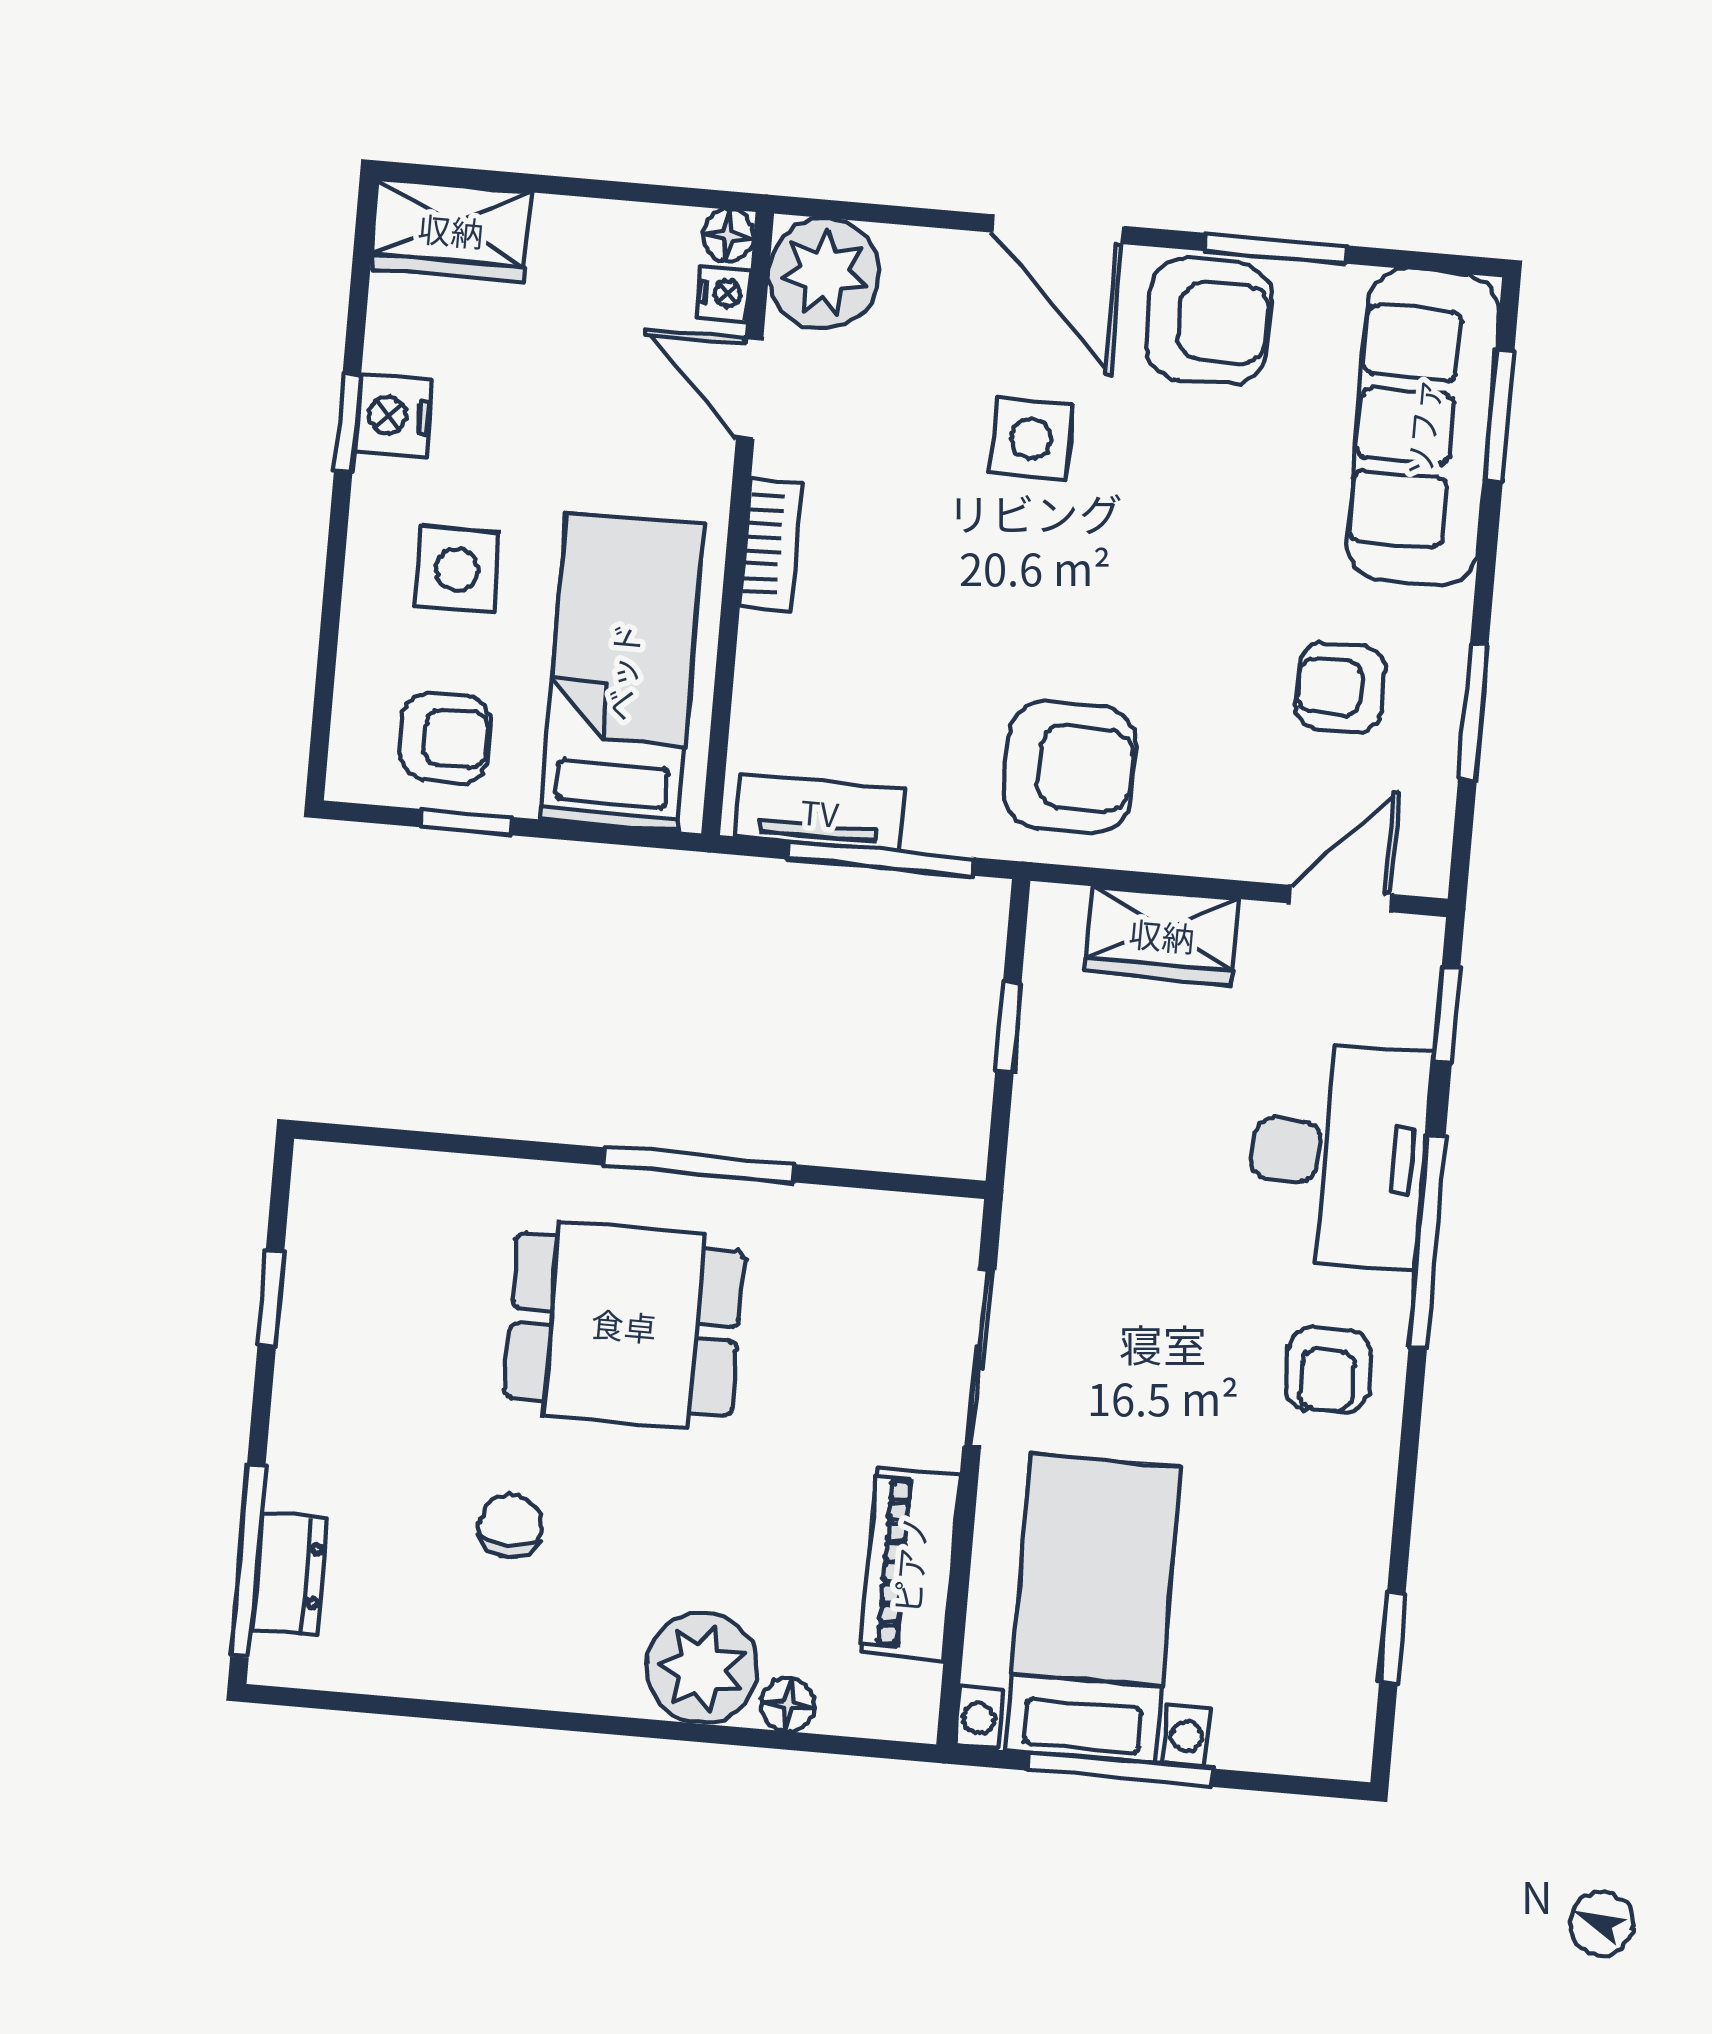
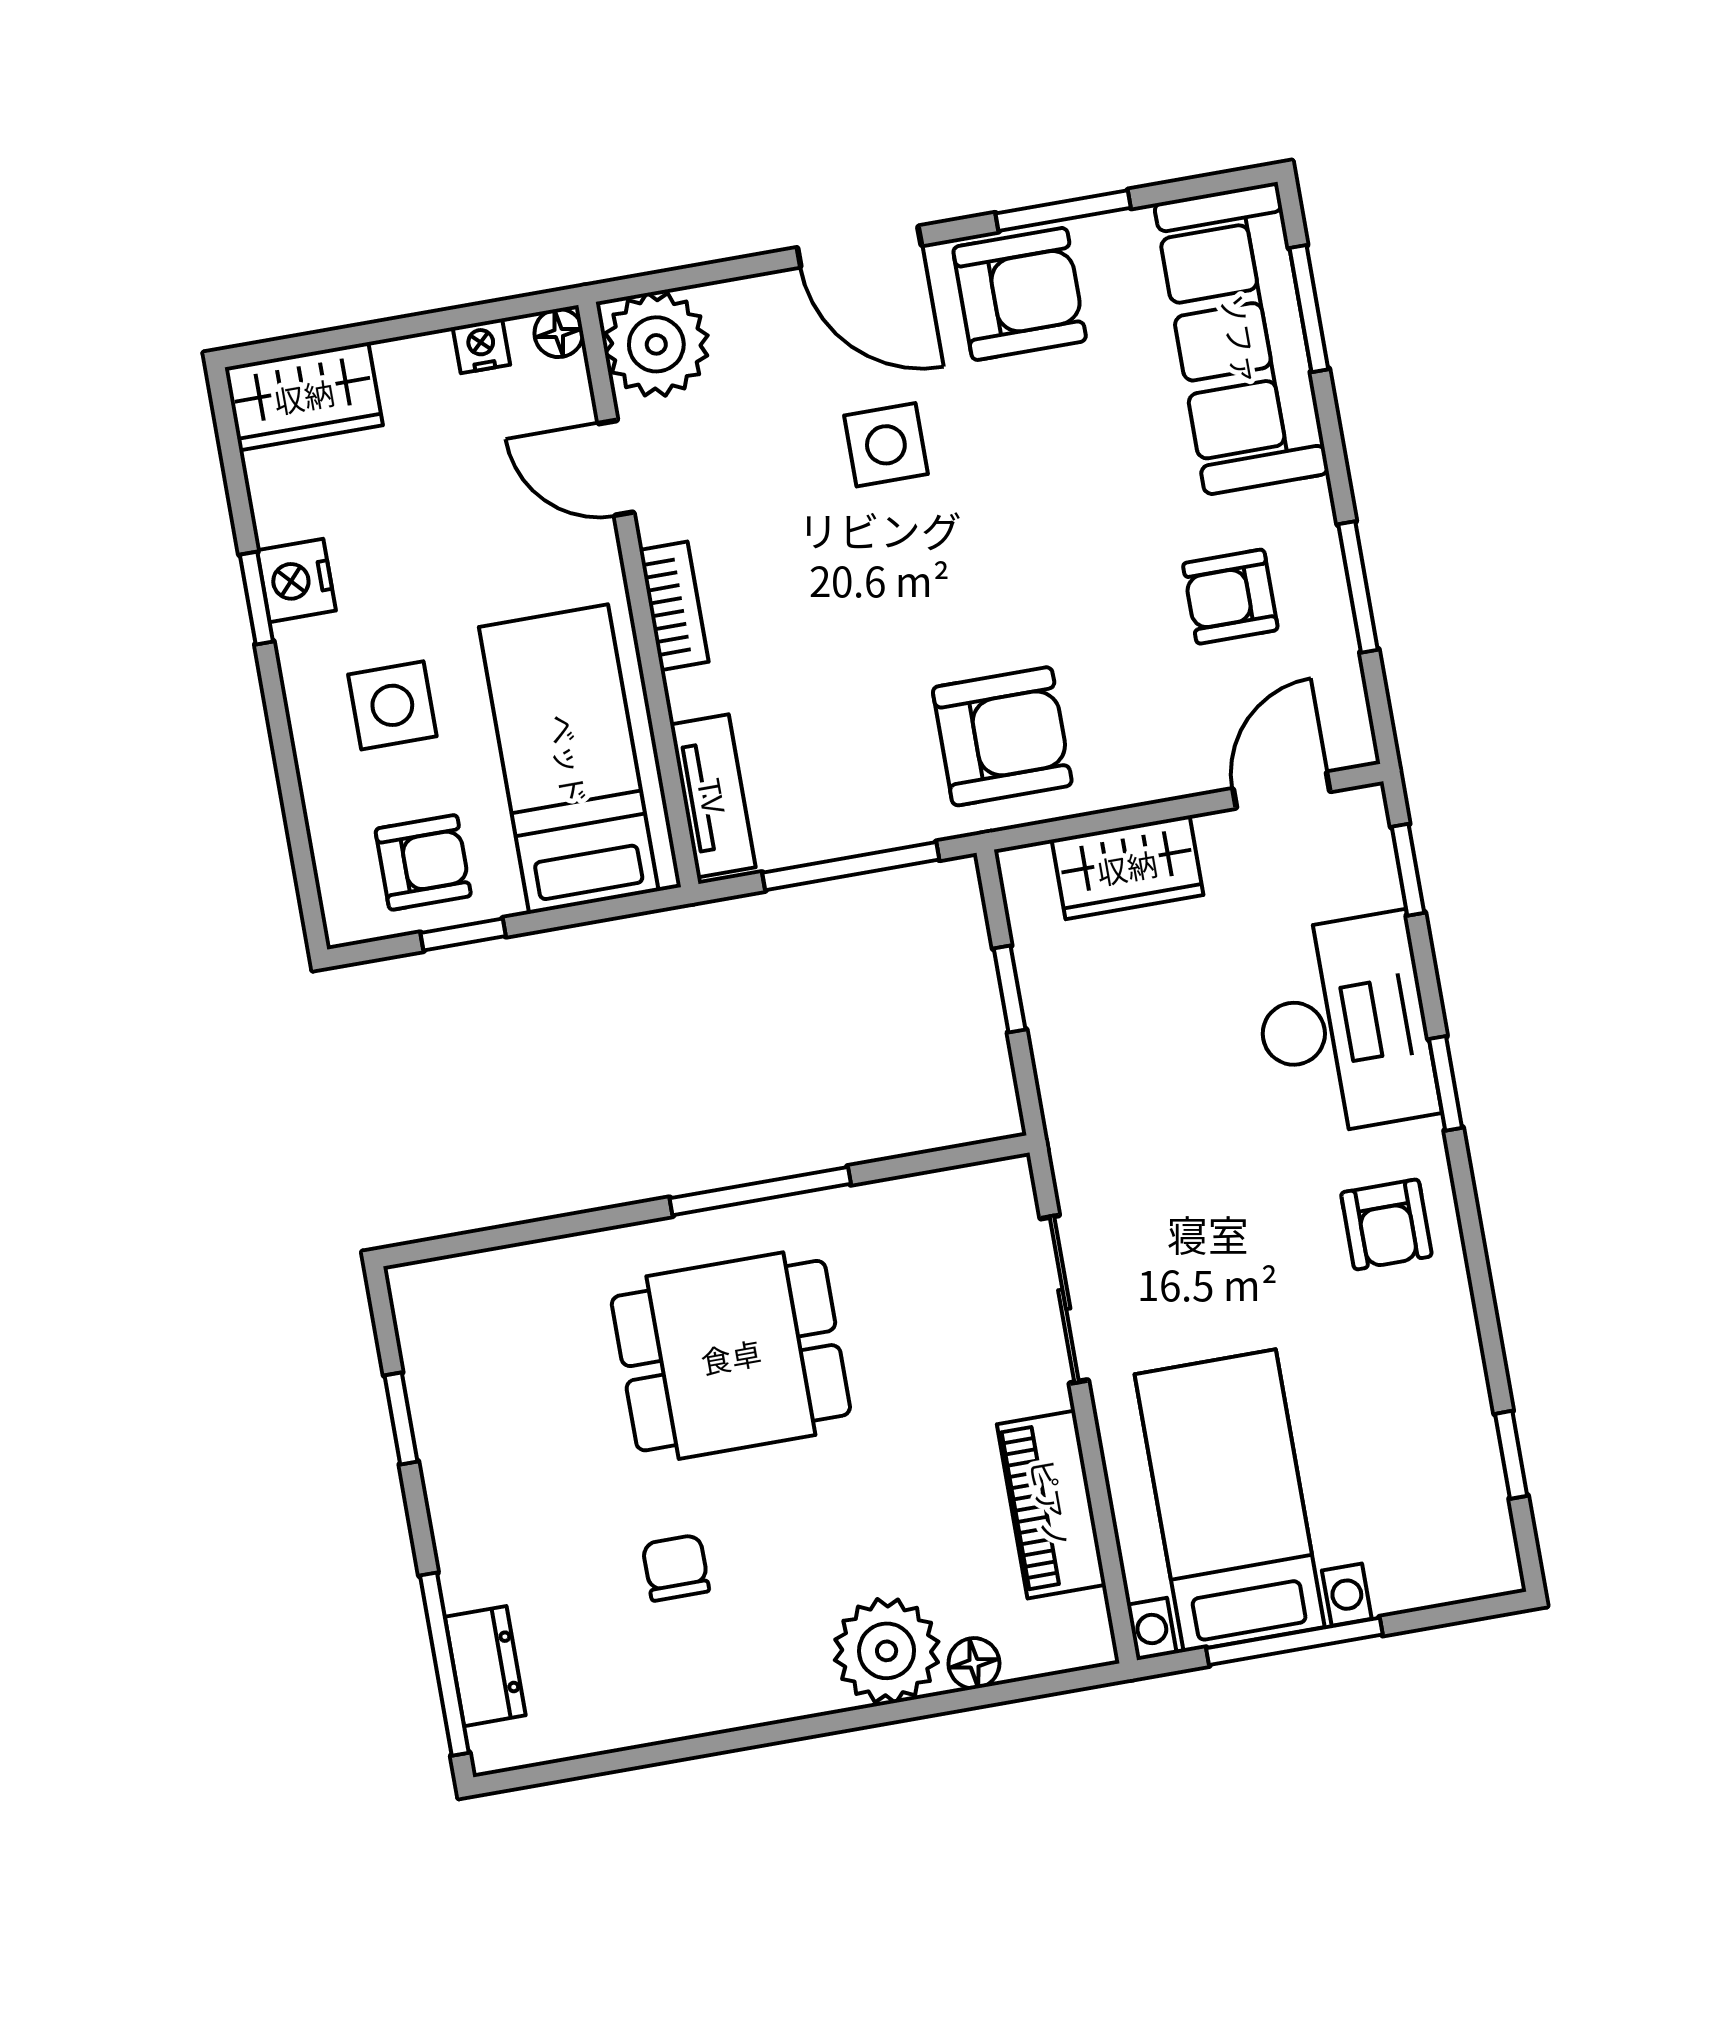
nightstand: (724, 293) -> (481, 346), moved, turned -90
tv unit: (820, 812) -> (713, 796), moved, turned 90
window: (1427, 1242) -> (1446, 1083), width x0.46

